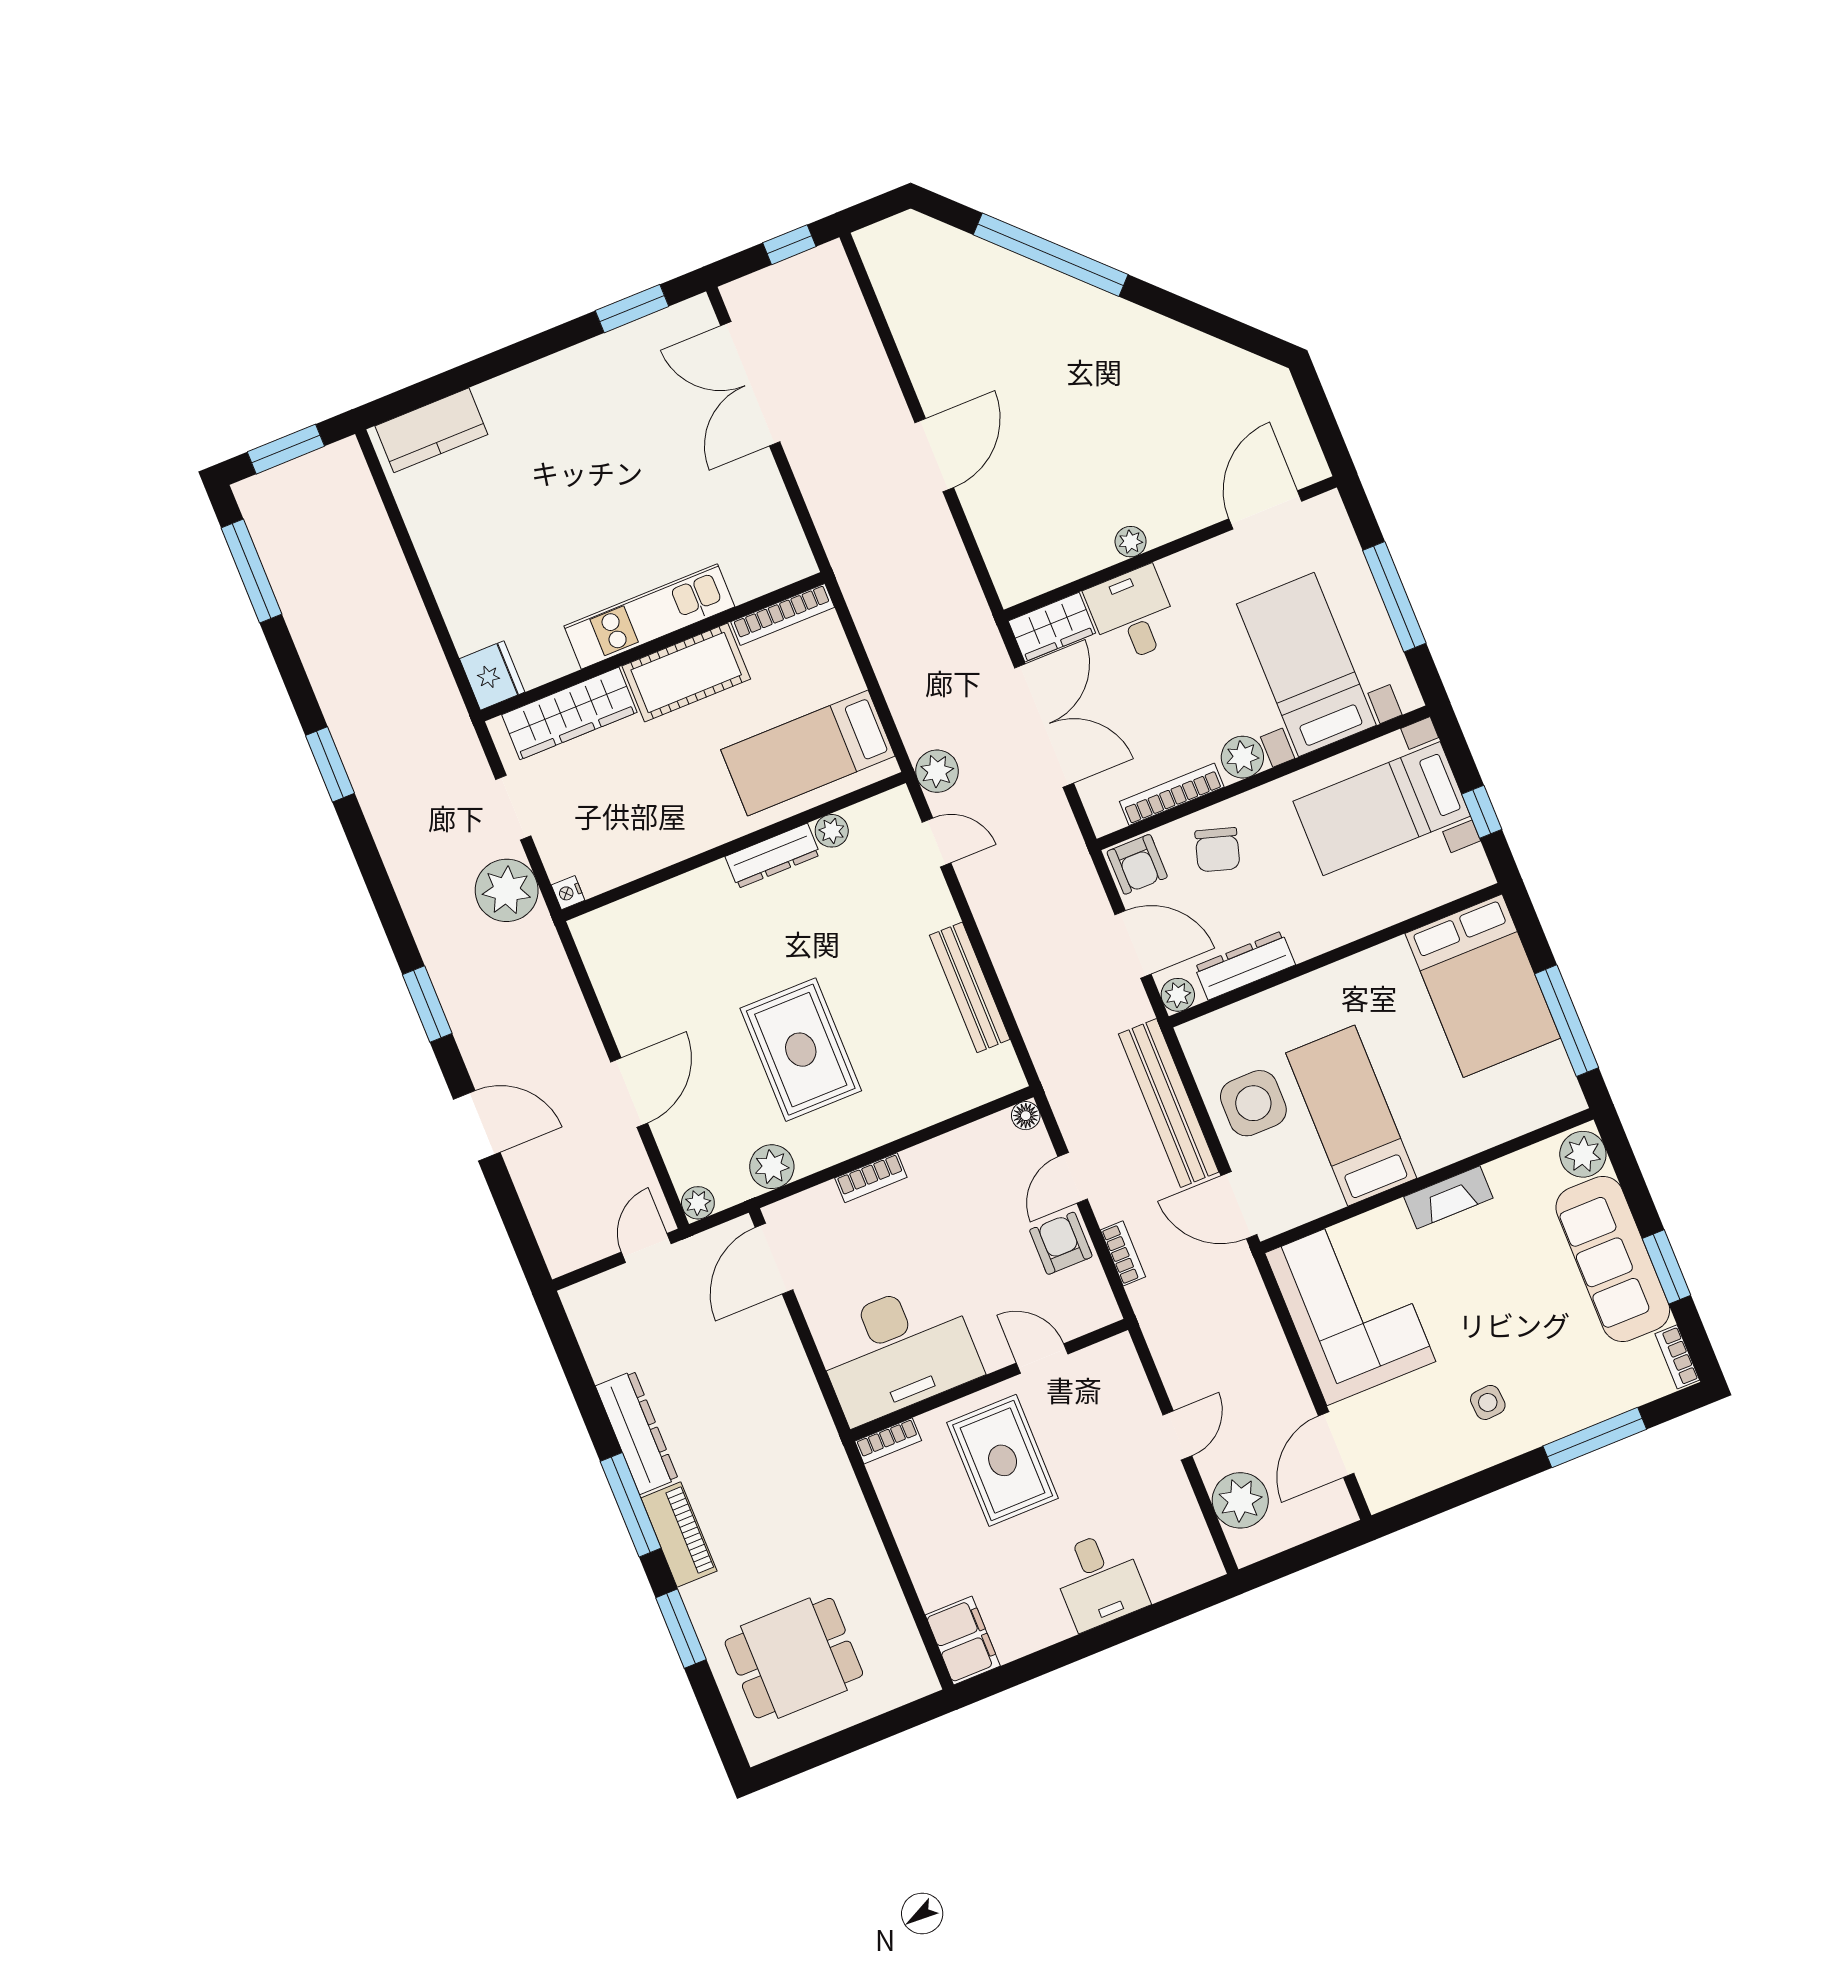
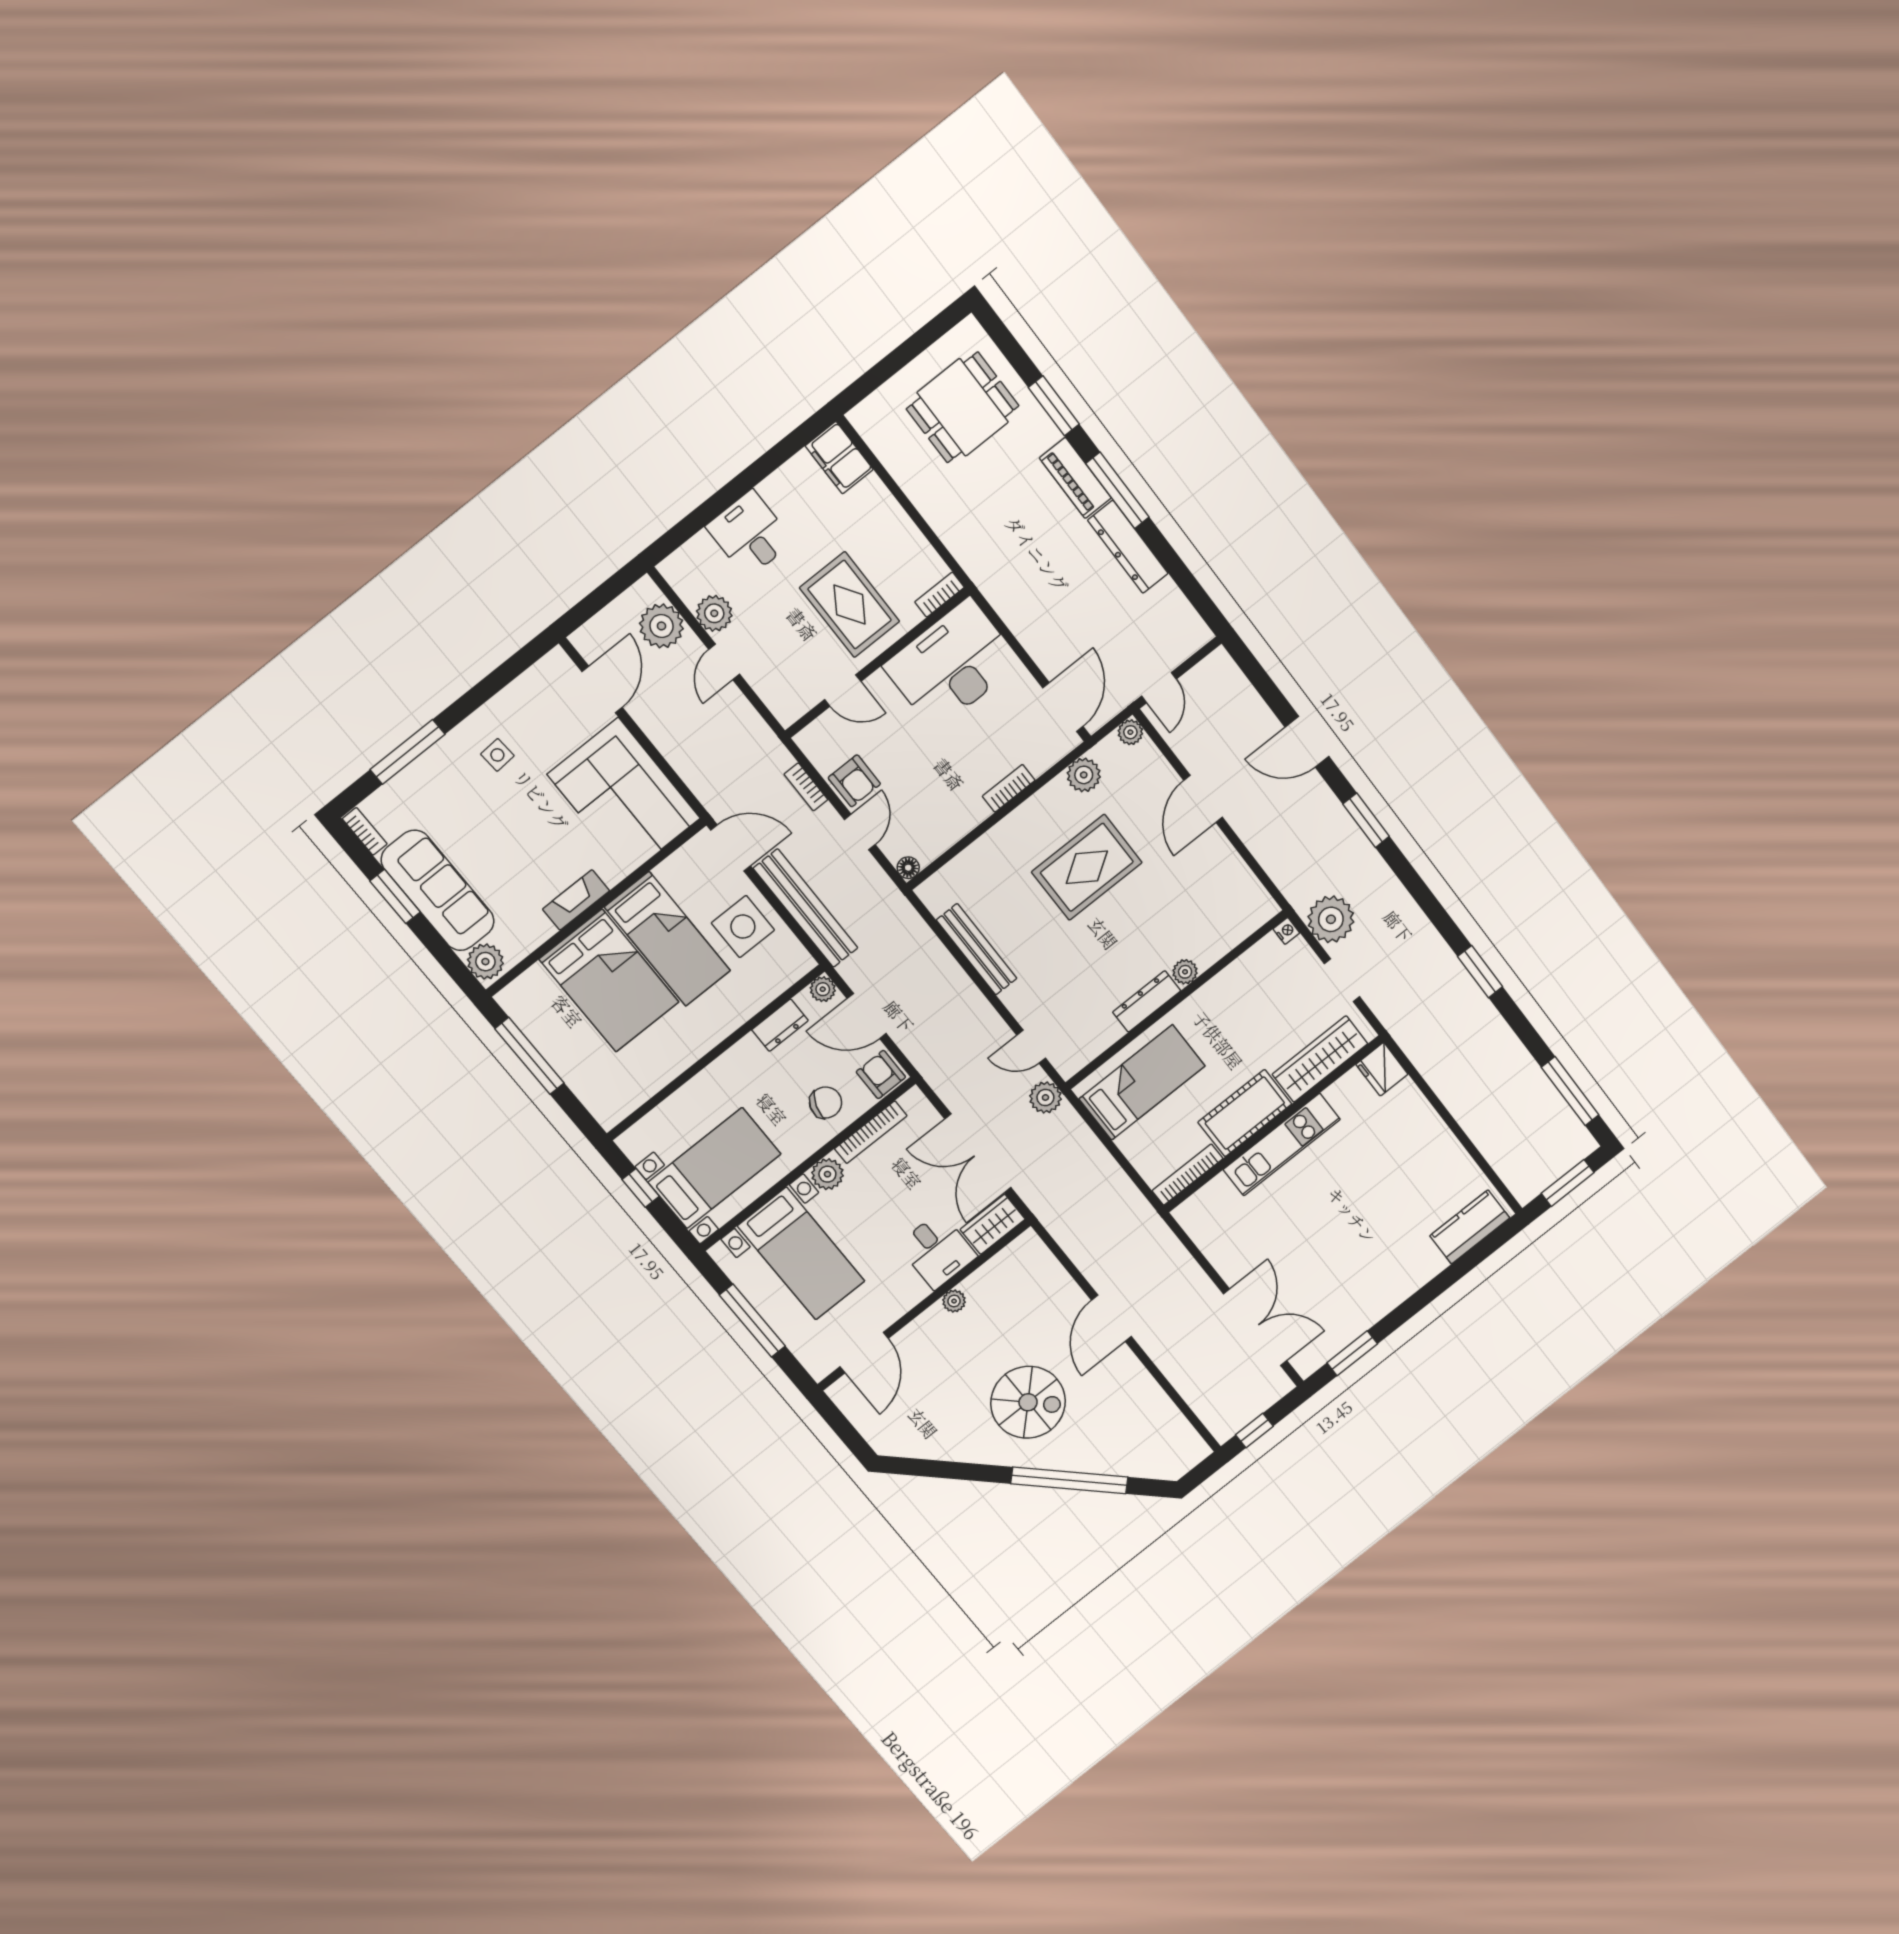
spiral stairs: (1074, 377) -> (1028, 1402), added
plant: (832, 831) -> (1185, 972), moved
chair: (1217, 850) -> (826, 1103), turned 92
dresser: (1245, 966) -> (780, 1025), width x0.70
bed: (1483, 986) -> (609, 981), moved, turned 180
rug: (801, 1050) -> (1087, 867), turned 90
plant: (1171, 1497) -> (714, 613), added

